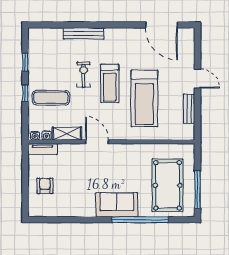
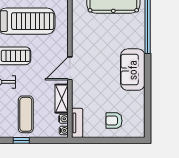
sofa: (117, 205) -> (133, 70), moved

